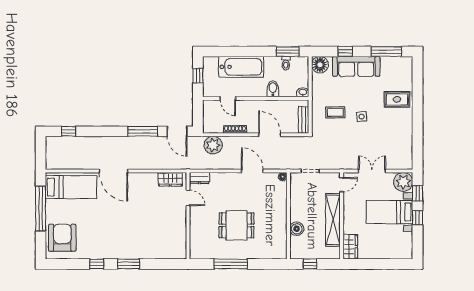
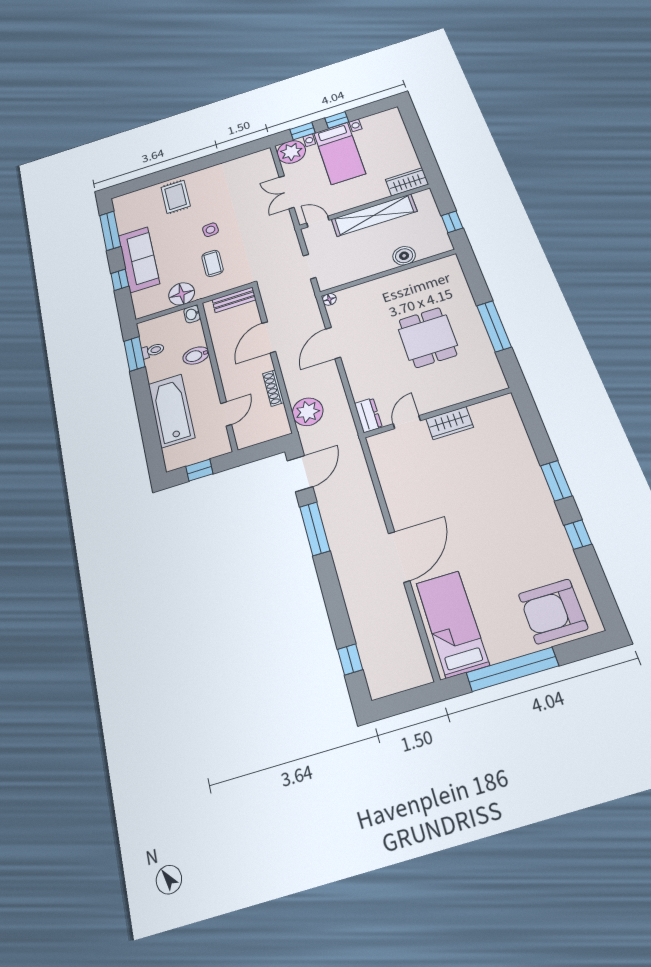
floor lamp: (320, 65) -> (182, 294), moved
wardrobe: (170, 179) -> (450, 423), moved, turned 90

